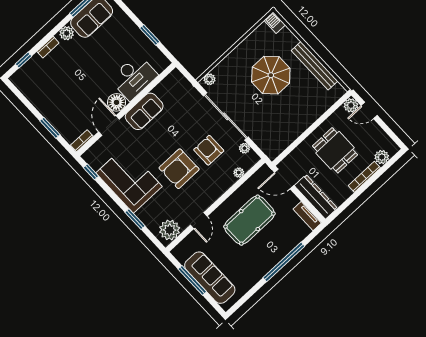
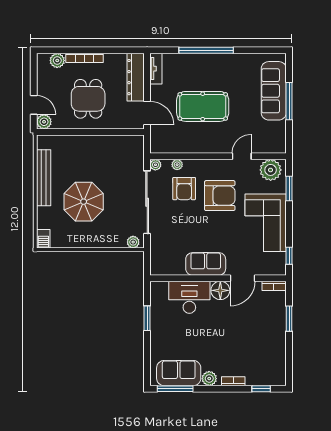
plant: (239, 173) -> (177, 165), moved
wall: (215, 205) -> (218, 156), moved
door: (199, 221) -> (242, 156), moved
plant: (170, 230) -> (271, 170), moved

